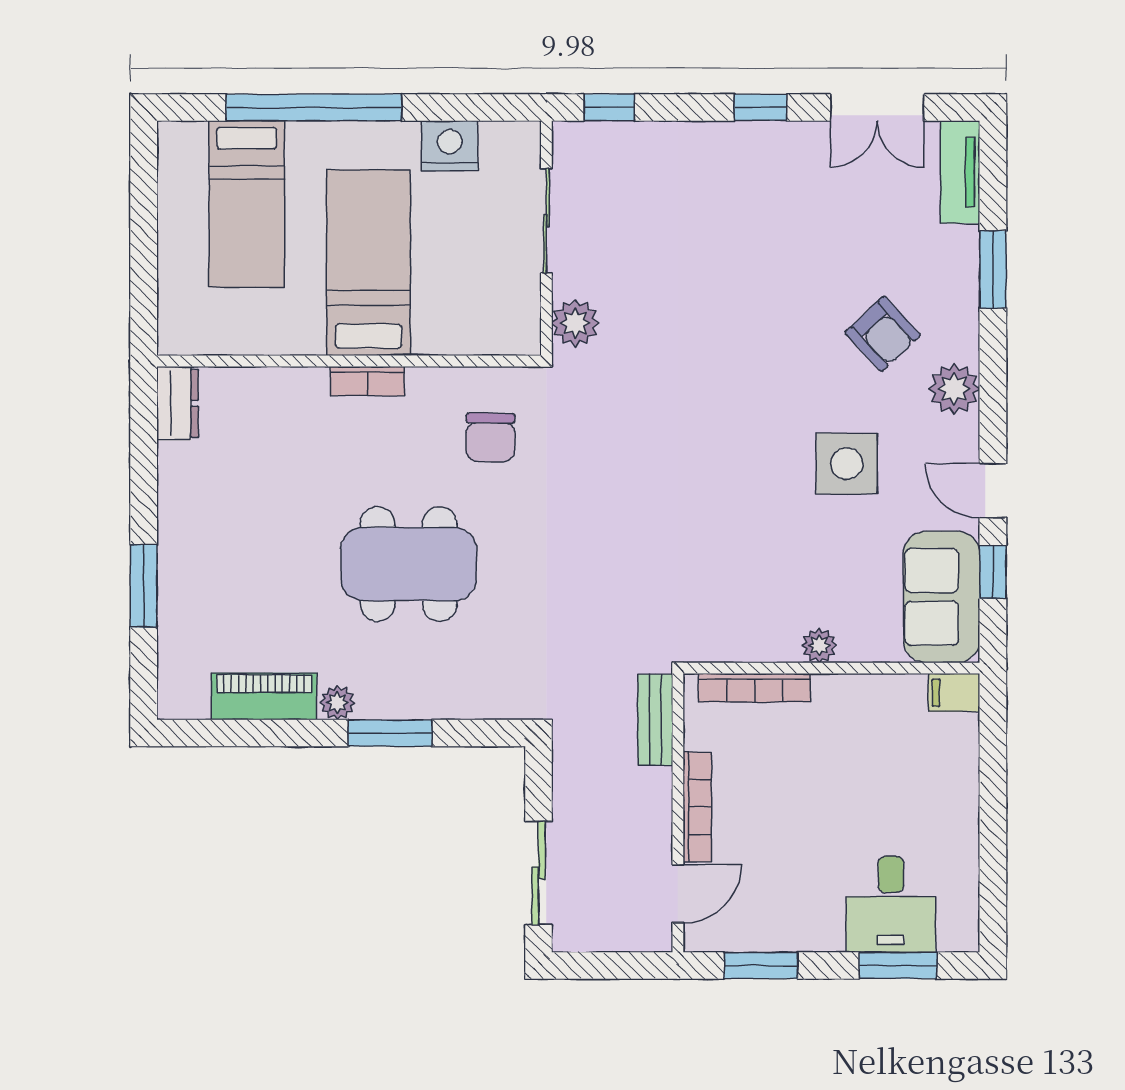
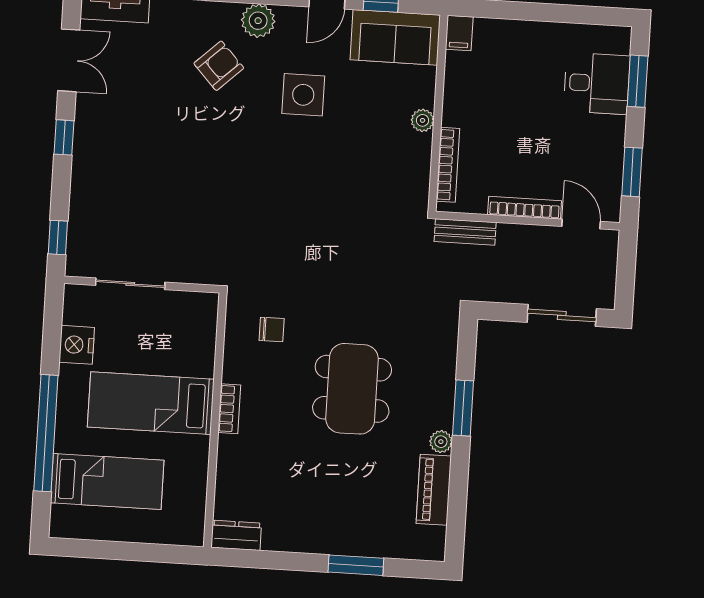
plant: (575, 323) -> (199, 269), removed
chair: (491, 437) -> (272, 330), width x0.73, depth x0.73

